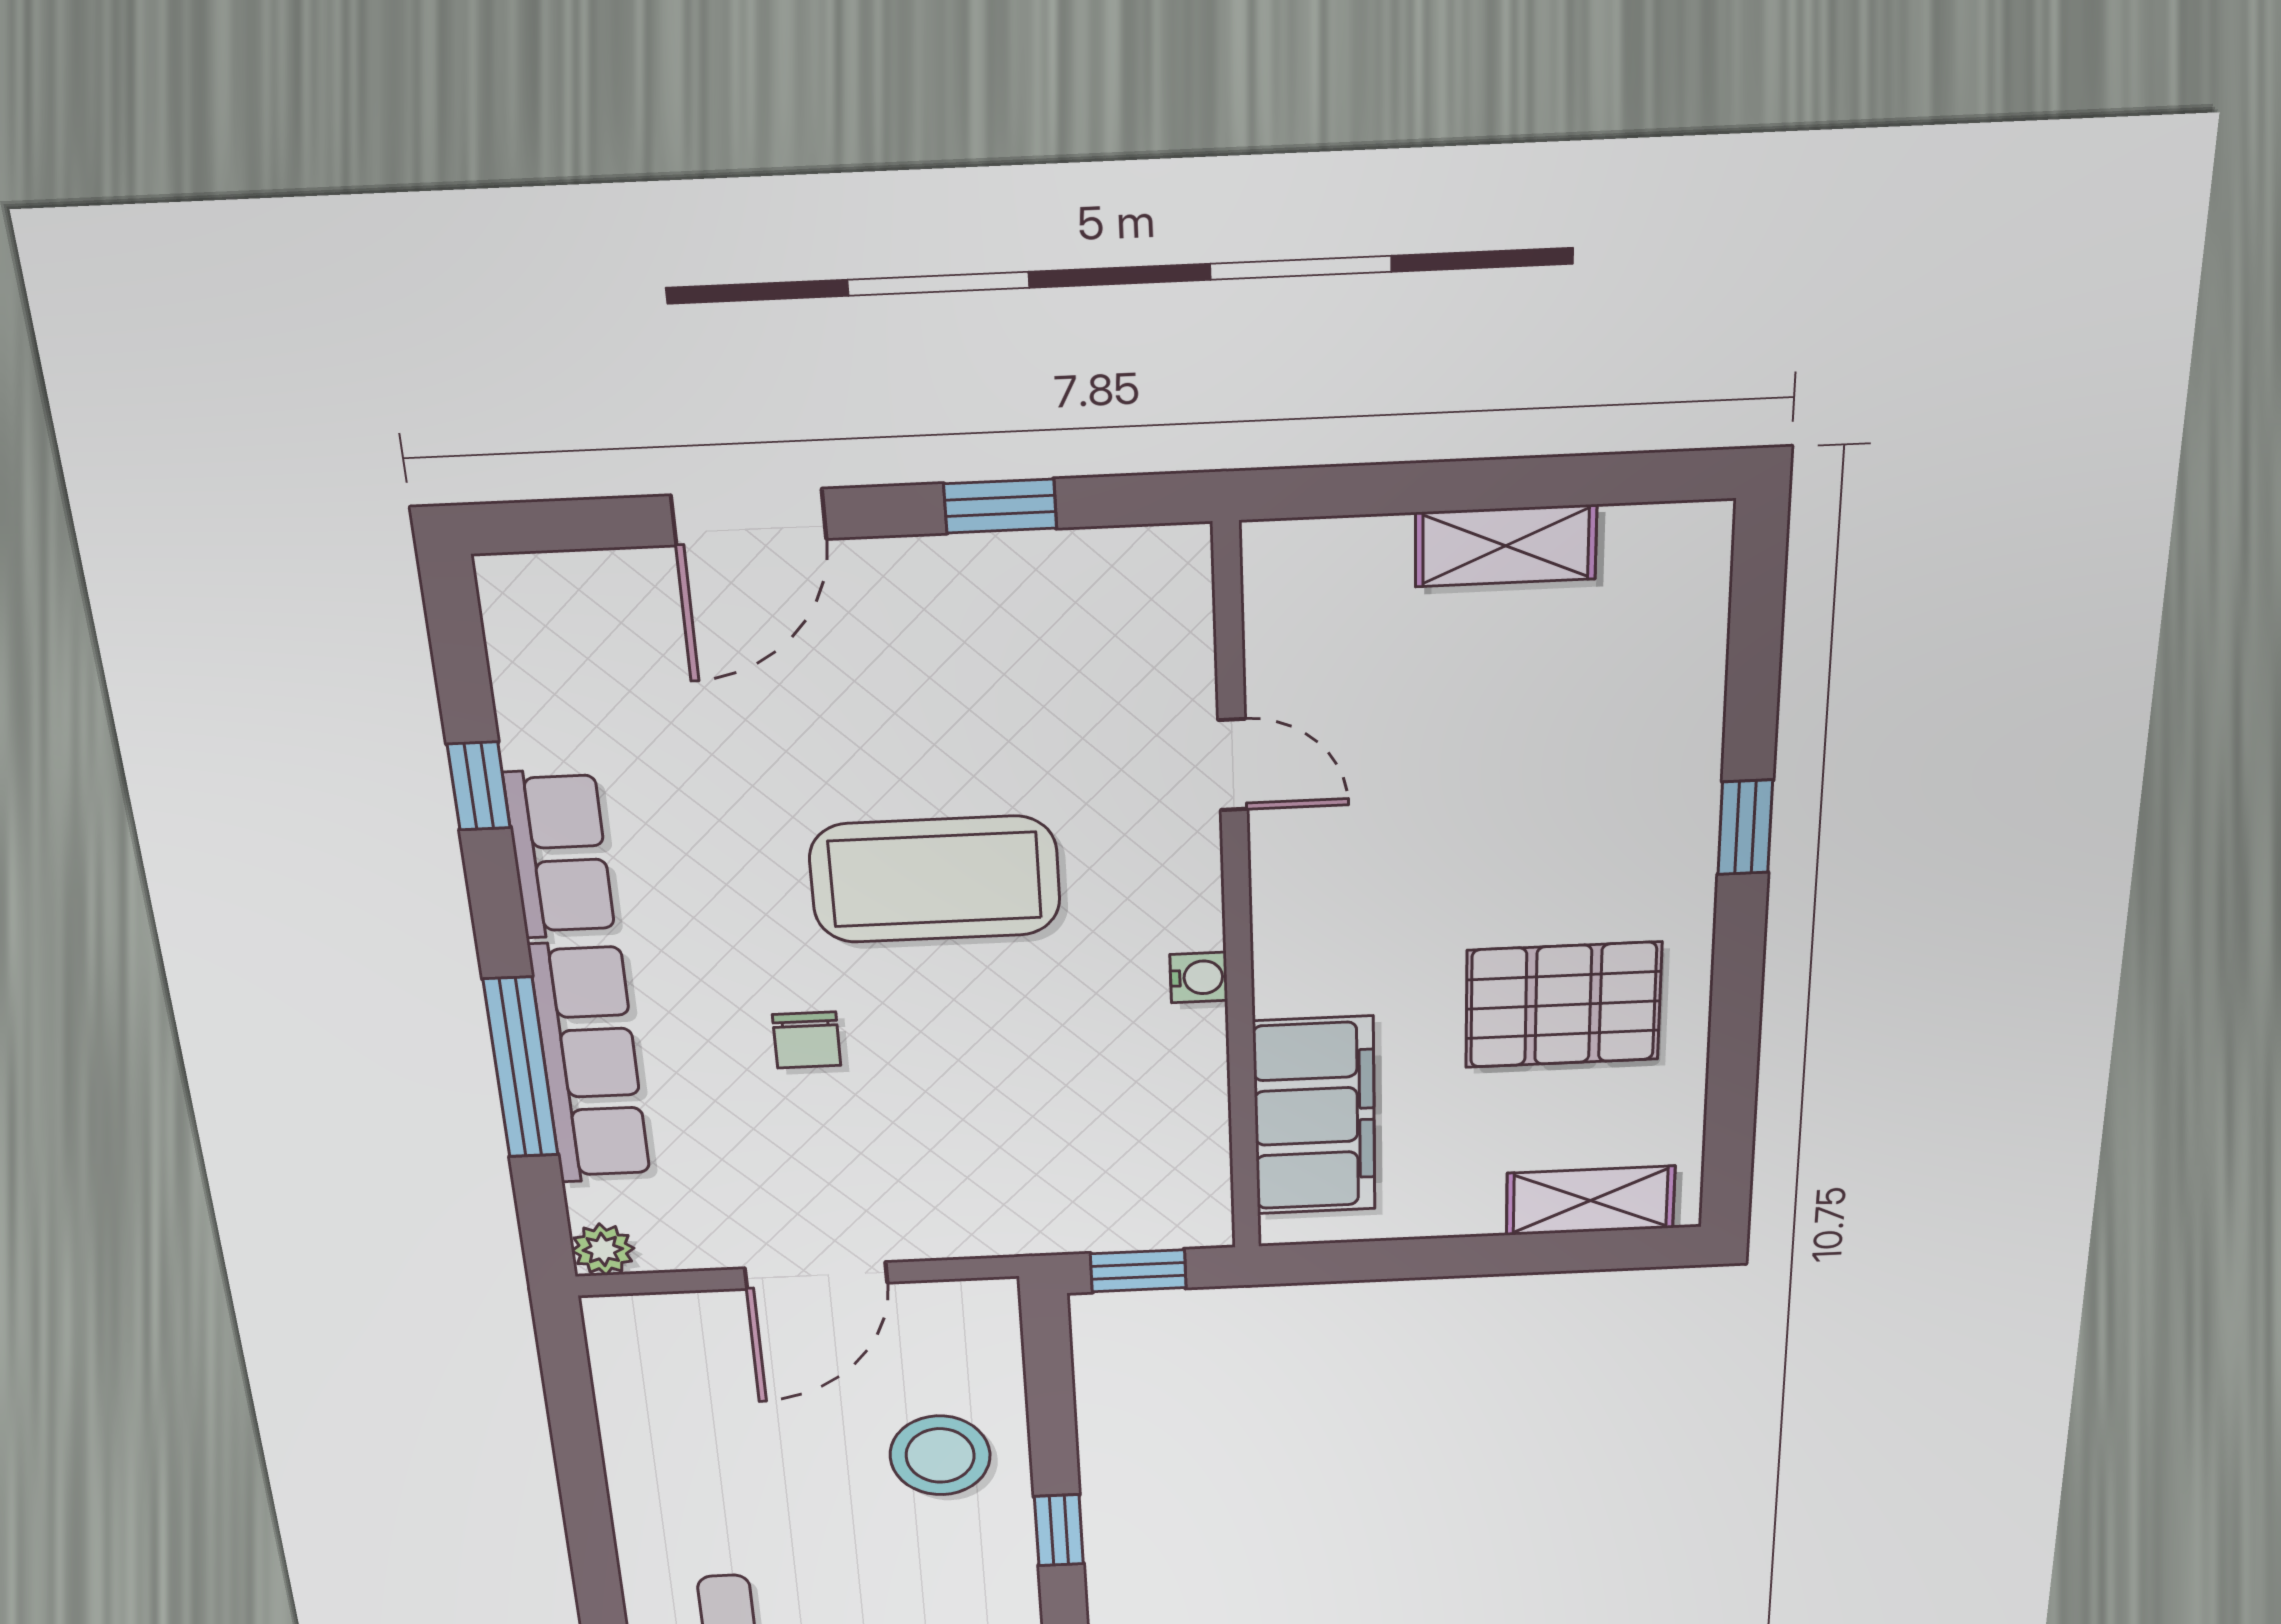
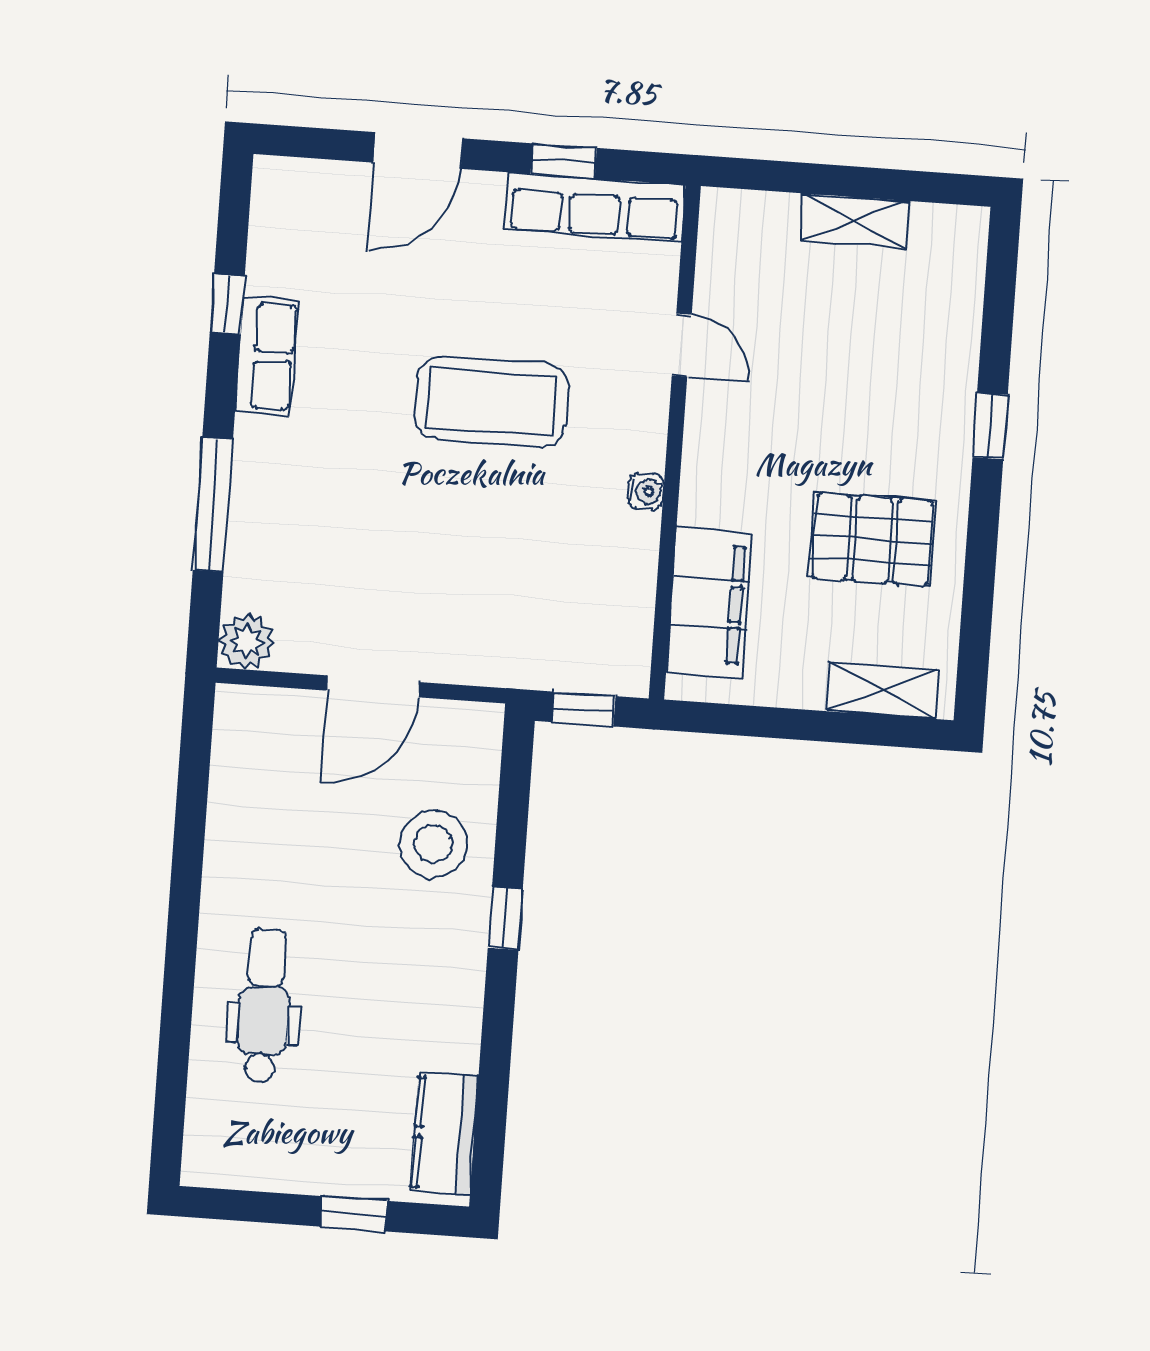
chair: (807, 1040) -> (395, 506), removed
row of seats: (590, 1063) -> (595, 207), moved, turned 90
plant: (603, 1250) -> (247, 641), width x1.38, depth x1.38

